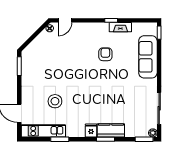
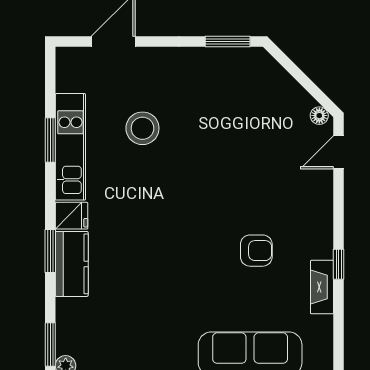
door: (65, 20) -> (339, 152), hinge flipped
kitchen unit: (43, 131) -> (70, 147), moved

